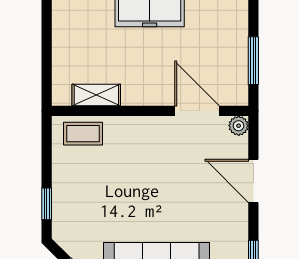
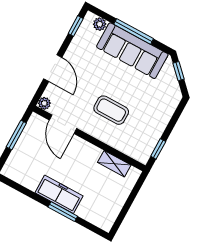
coffee table: (83, 134) -> (111, 110), moved, width x1.36, depth x1.30
window: (47, 204) -> (158, 149), moved

